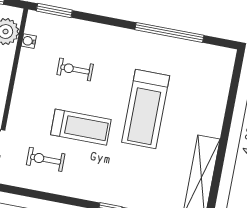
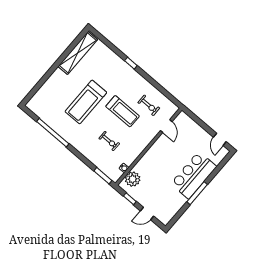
treadmill: (146, 109) -> (86, 102), turned 180
treadmill: (81, 127) -> (123, 111), turned 180

